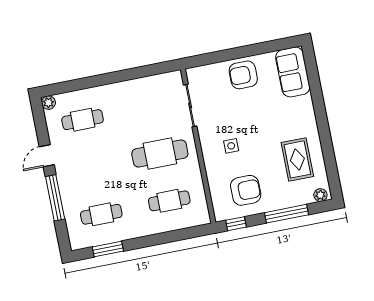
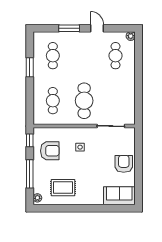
armchair: (246, 190) -> (50, 151), turned -90
window: (55, 198) -> (69, 28), width x0.69
window: (108, 249) -> (30, 67), moved

